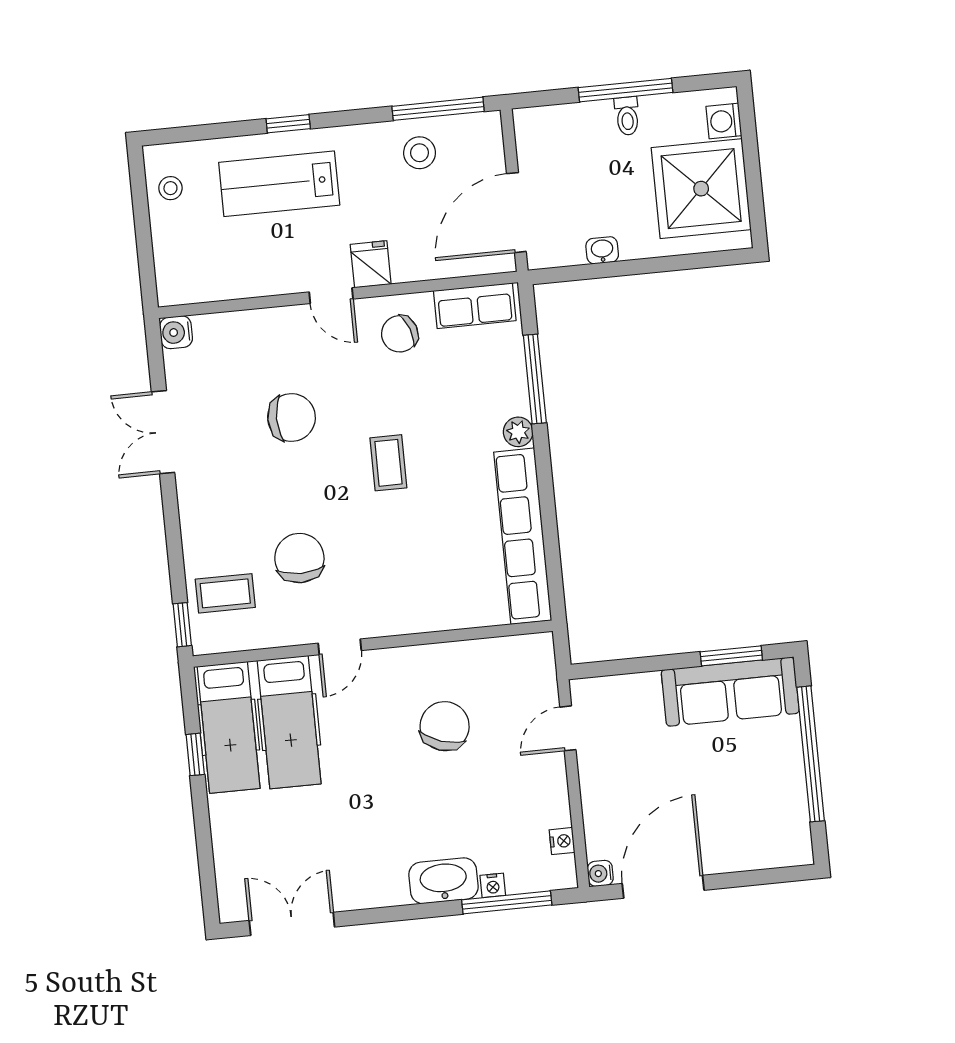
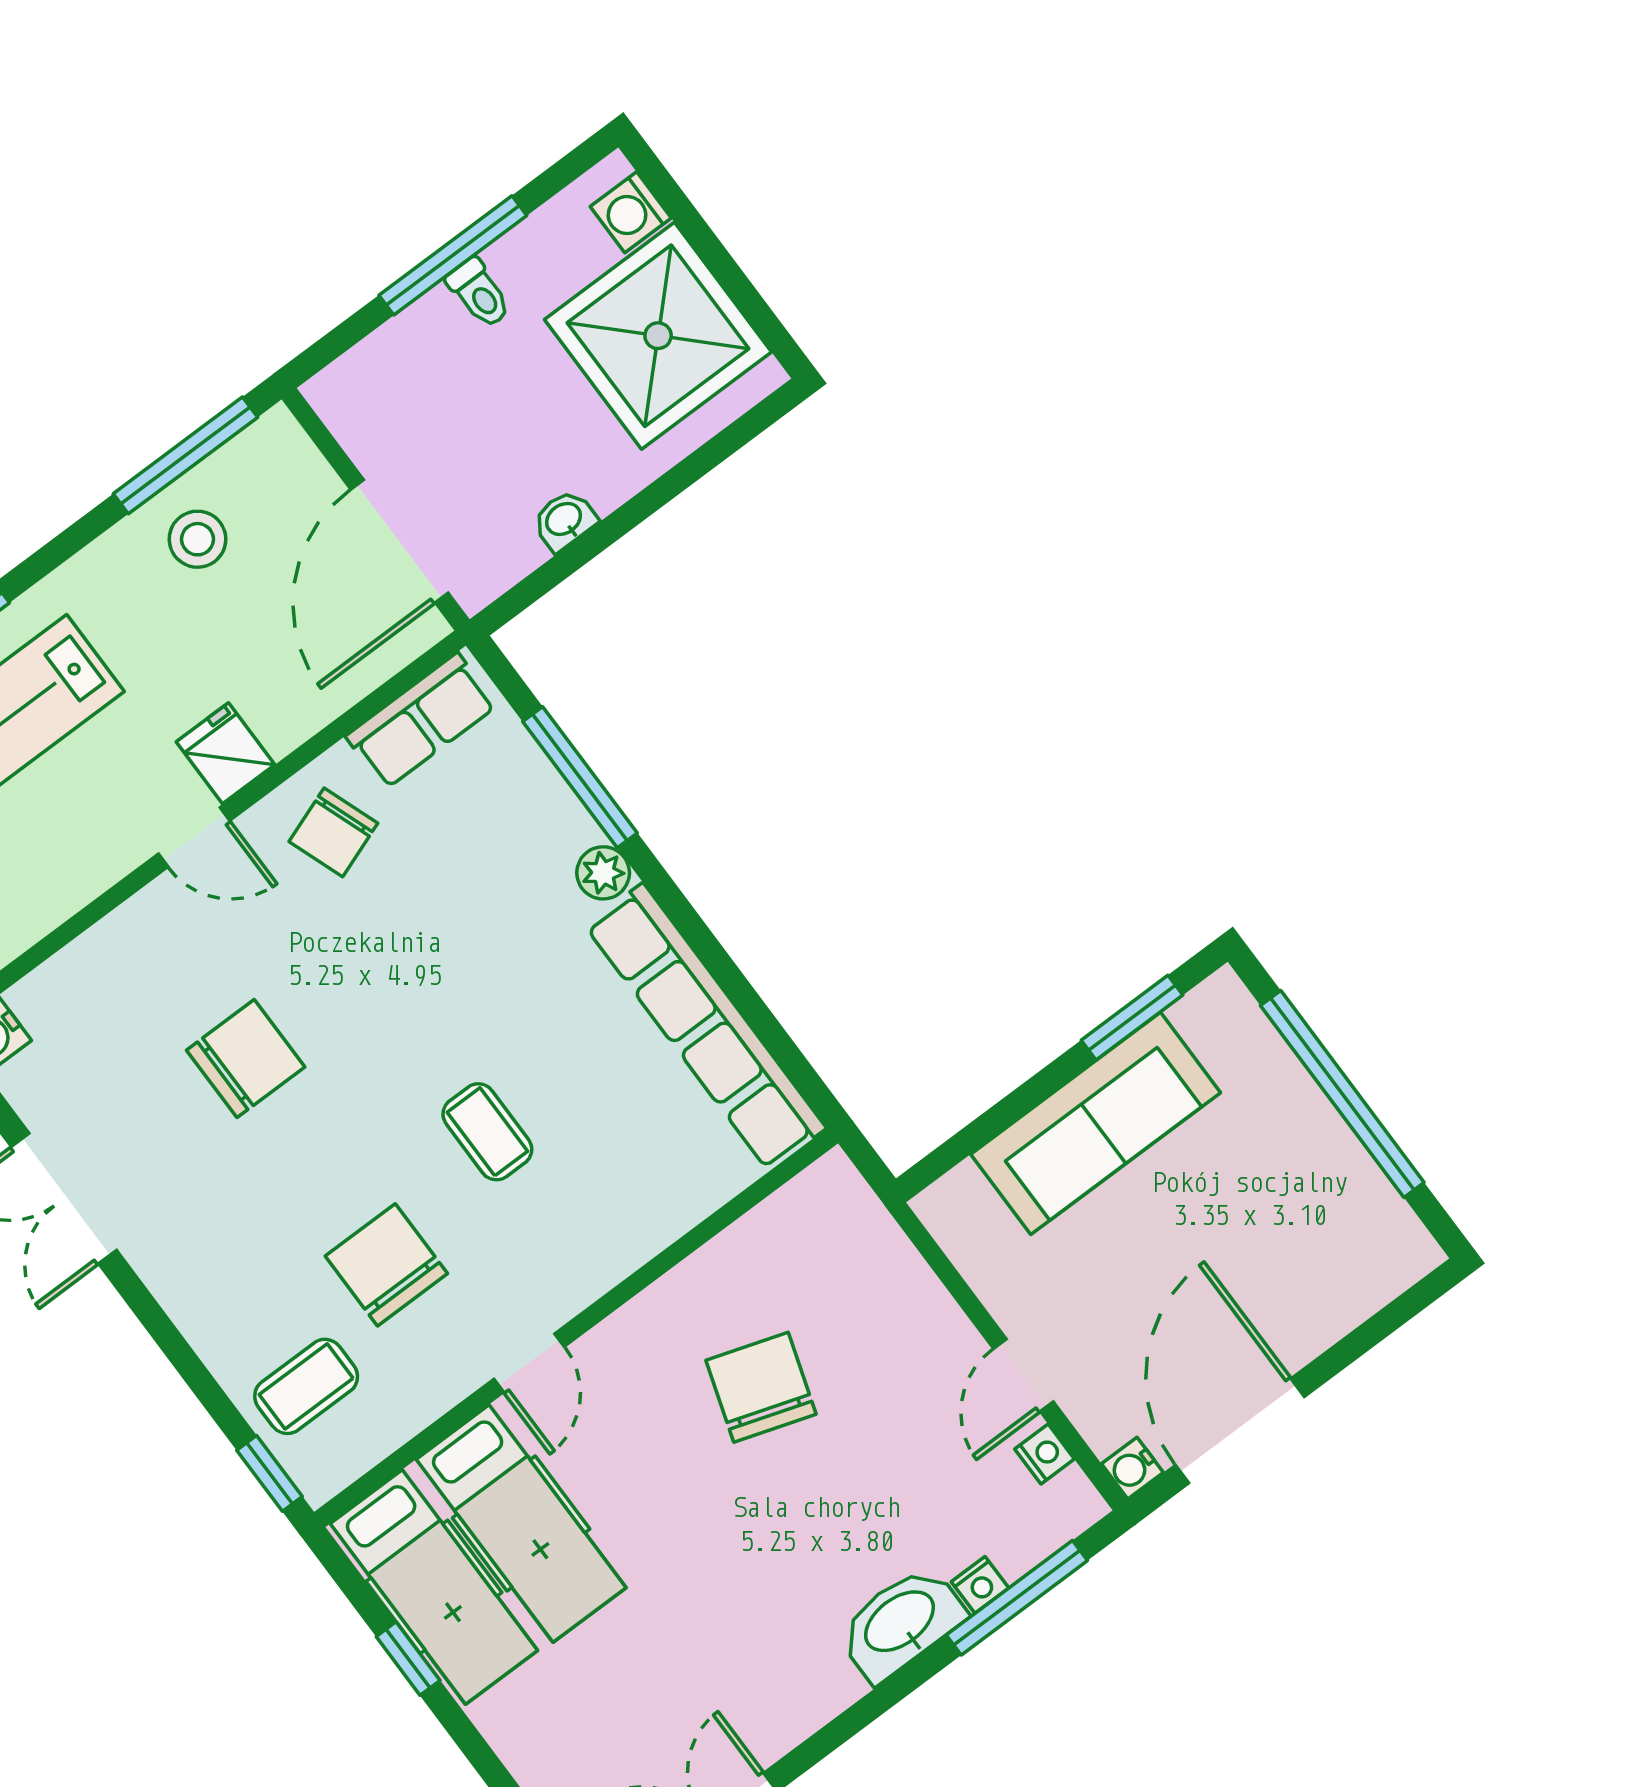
coffee table: (388, 463) -> (487, 1132), moved
sofa: (730, 692) -> (1096, 1123), moved
door: (568, 728) -> (1023, 1375), moved

